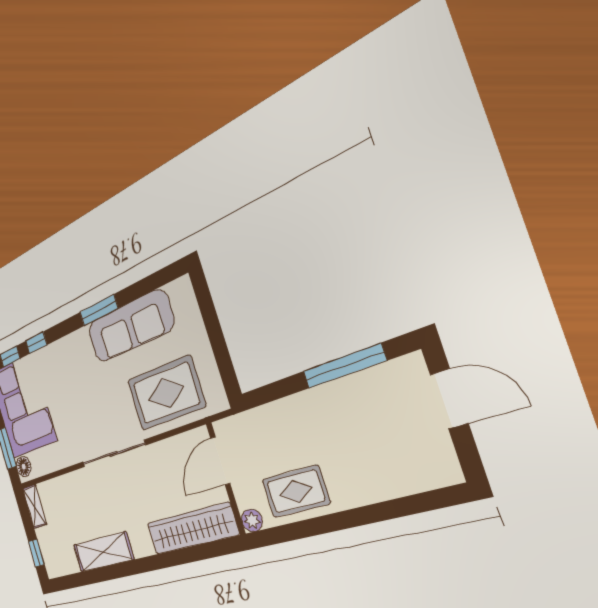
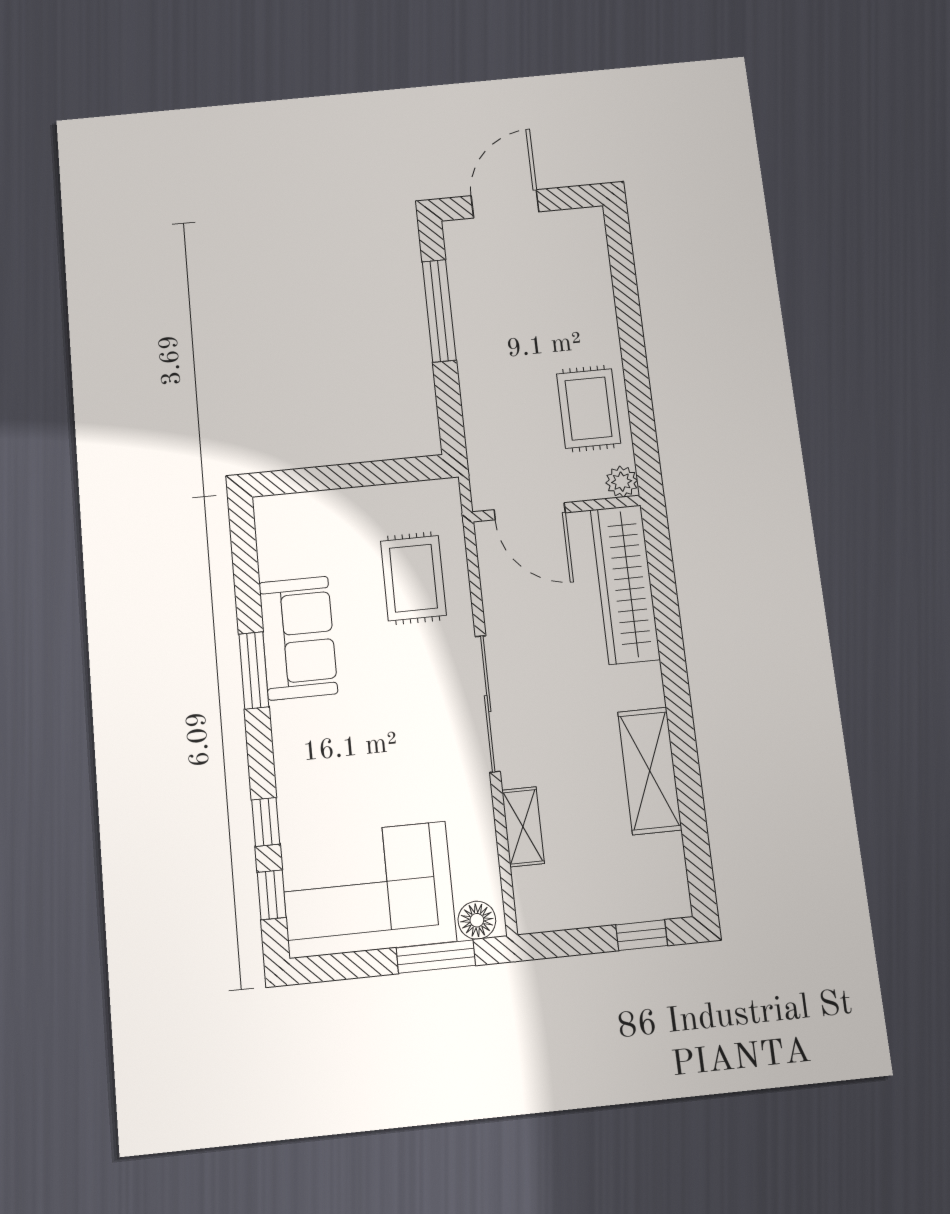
sofa: (130, 326) -> (298, 638), width x0.73
rug: (166, 393) -> (413, 578), width x0.73, depth x0.70
shelving: (35, 506) -> (523, 827), moved, turned 90

